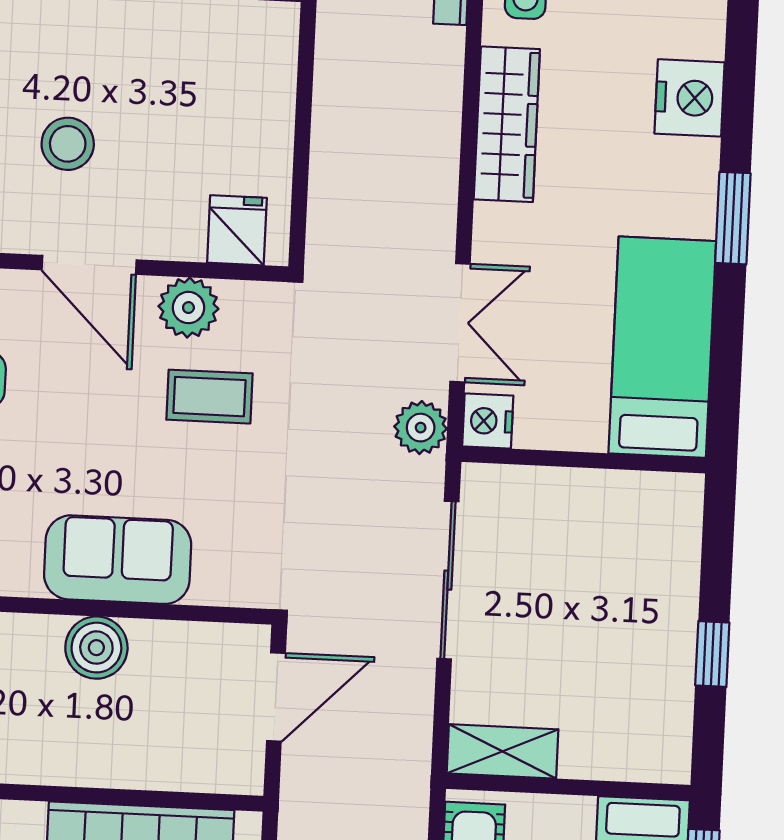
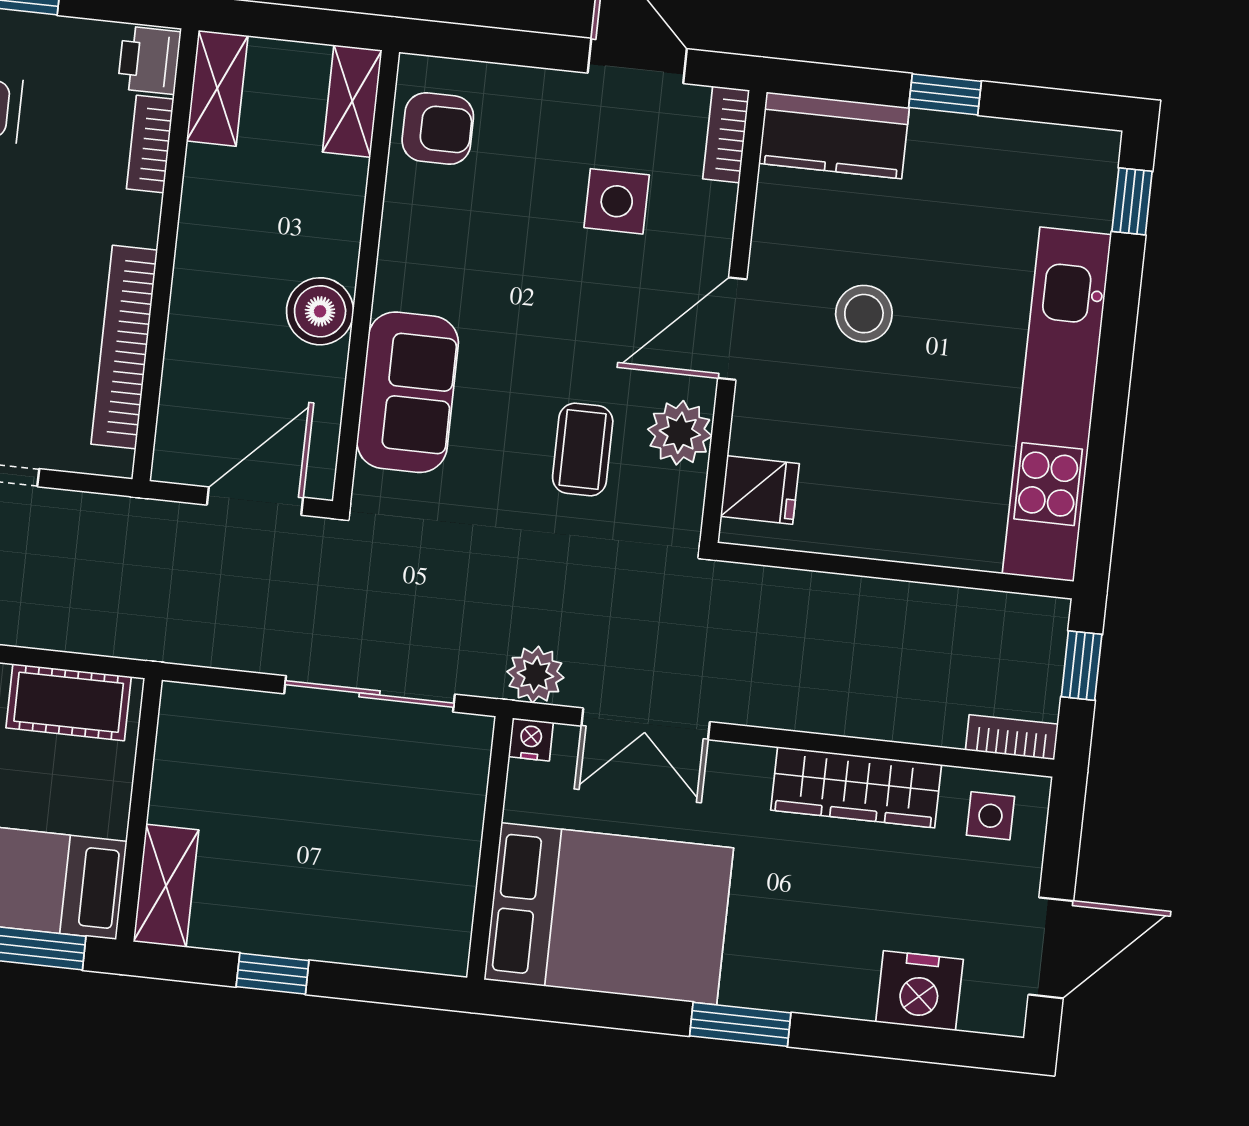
nightstand: (690, 98) -> (919, 991), moved
bed: (662, 347) -> (609, 914), width x1.50
nightstand: (488, 421) -> (531, 740), width x0.72, depth x0.74
sofa: (118, 560) -> (408, 392), moved
door: (276, 697) -> (255, 501), swing flipped
shelving: (502, 751) -> (166, 886), moved

